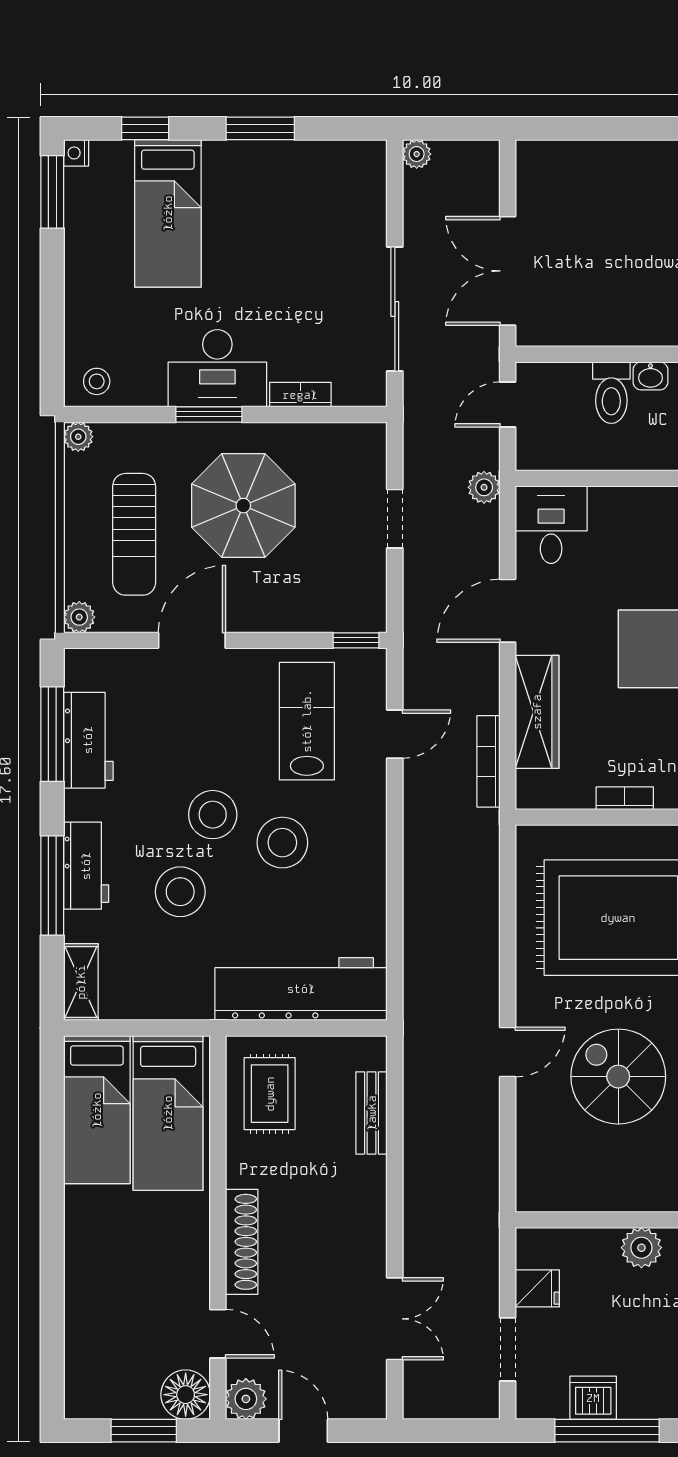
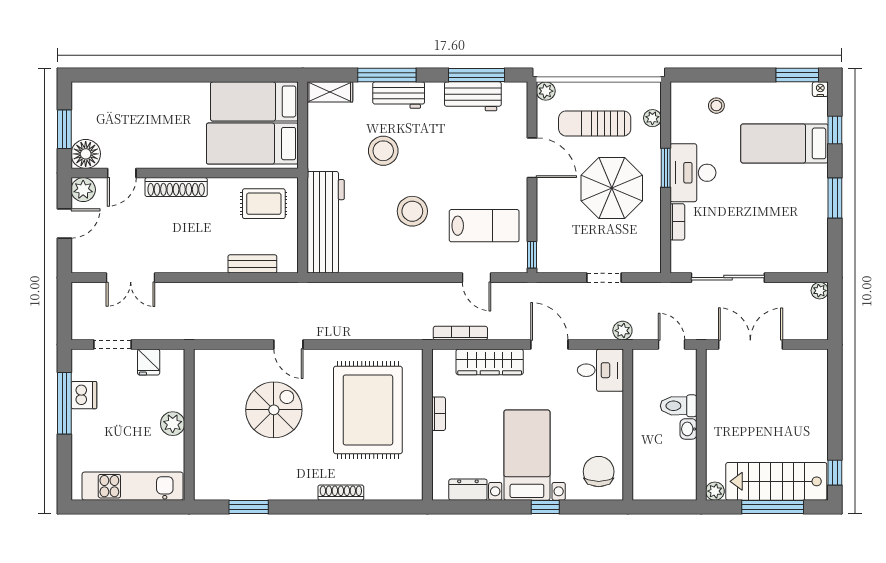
stool: (97, 381) -> (716, 106), moved
plant: (78, 437) -> (652, 118), moved
stool: (213, 815) -> (429, 170), removed

